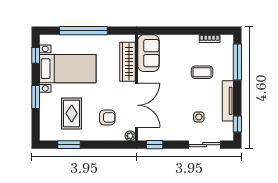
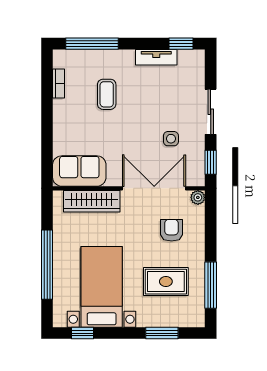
window: (36, 97) -> (162, 333), moved
tv unit: (228, 101) -> (156, 57), width x0.71
side table: (199, 117) -> (171, 139), moved
window: (69, 145) -> (211, 285), width x1.44
sliding door: (205, 145) -> (211, 112), moved

